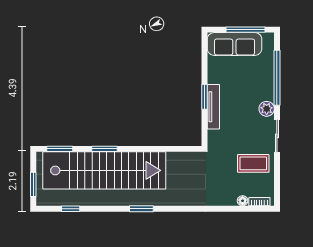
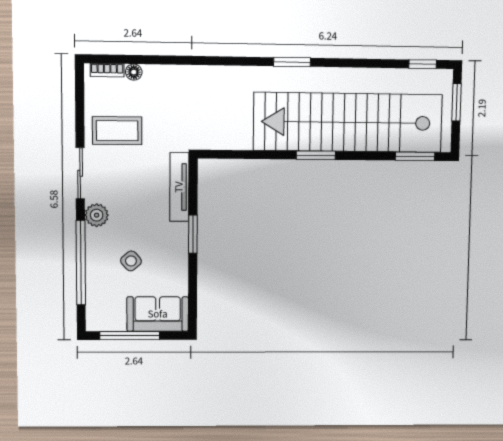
sofa: (234, 44) -> (158, 314), width x0.73
side table: (245, 79) -> (131, 261), added
tv unit: (213, 107) -> (179, 187), moved
window: (105, 149) -> (316, 155), moved
window: (71, 209) -> (423, 64), moved

